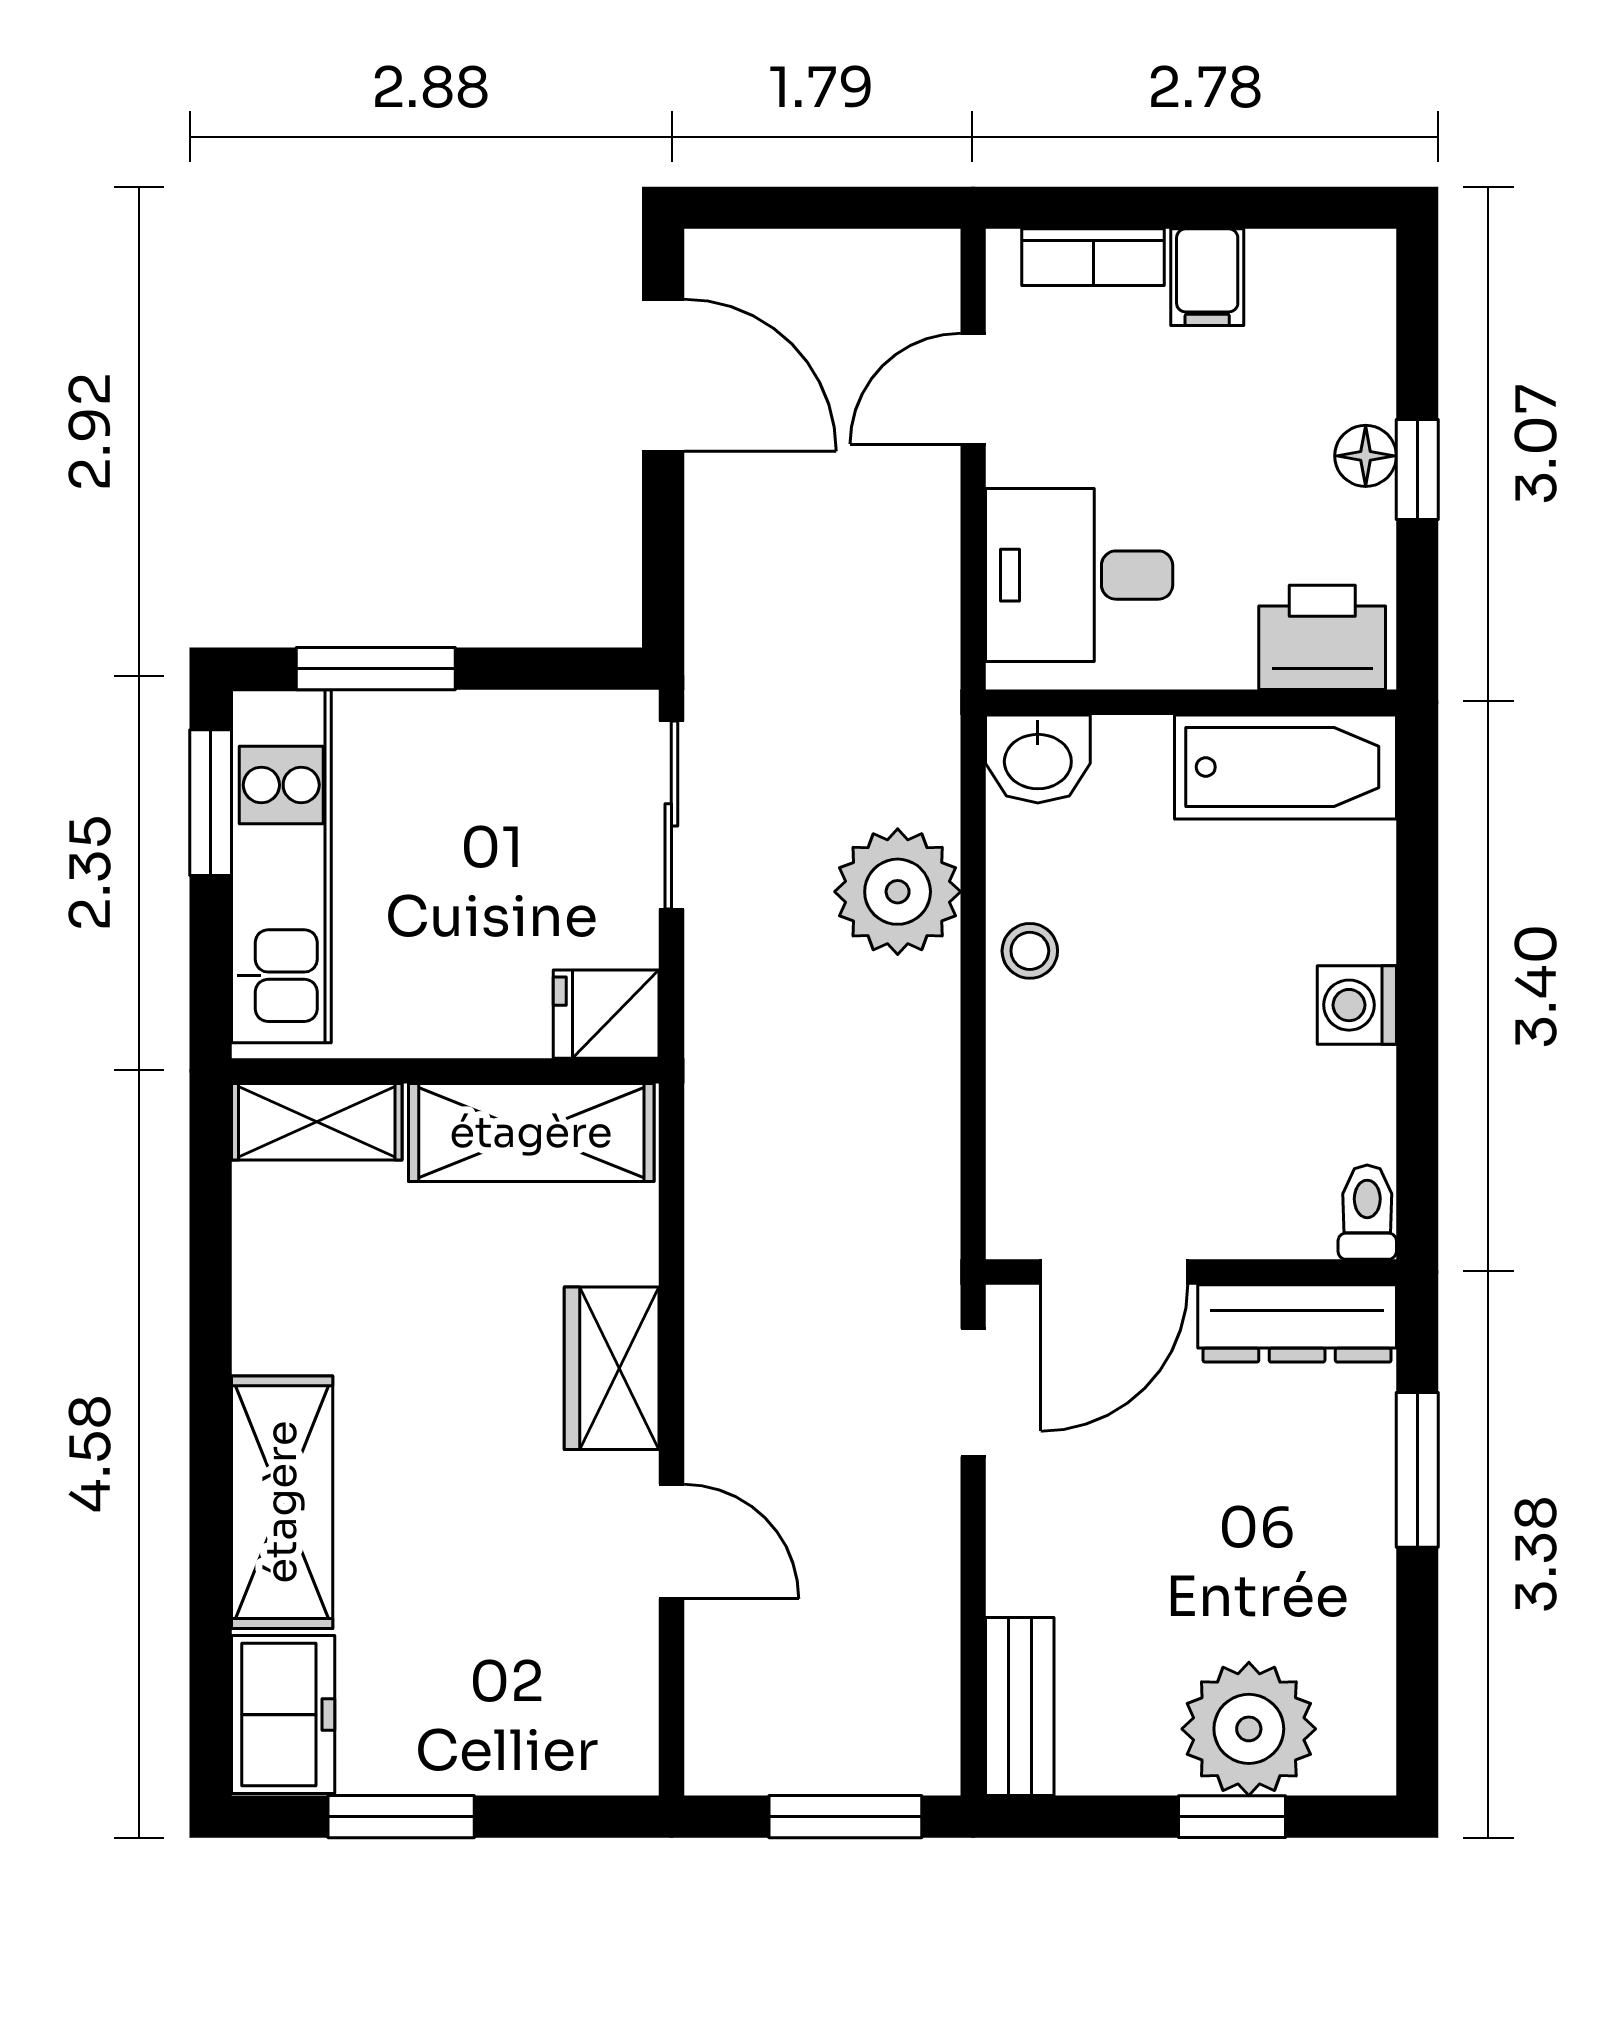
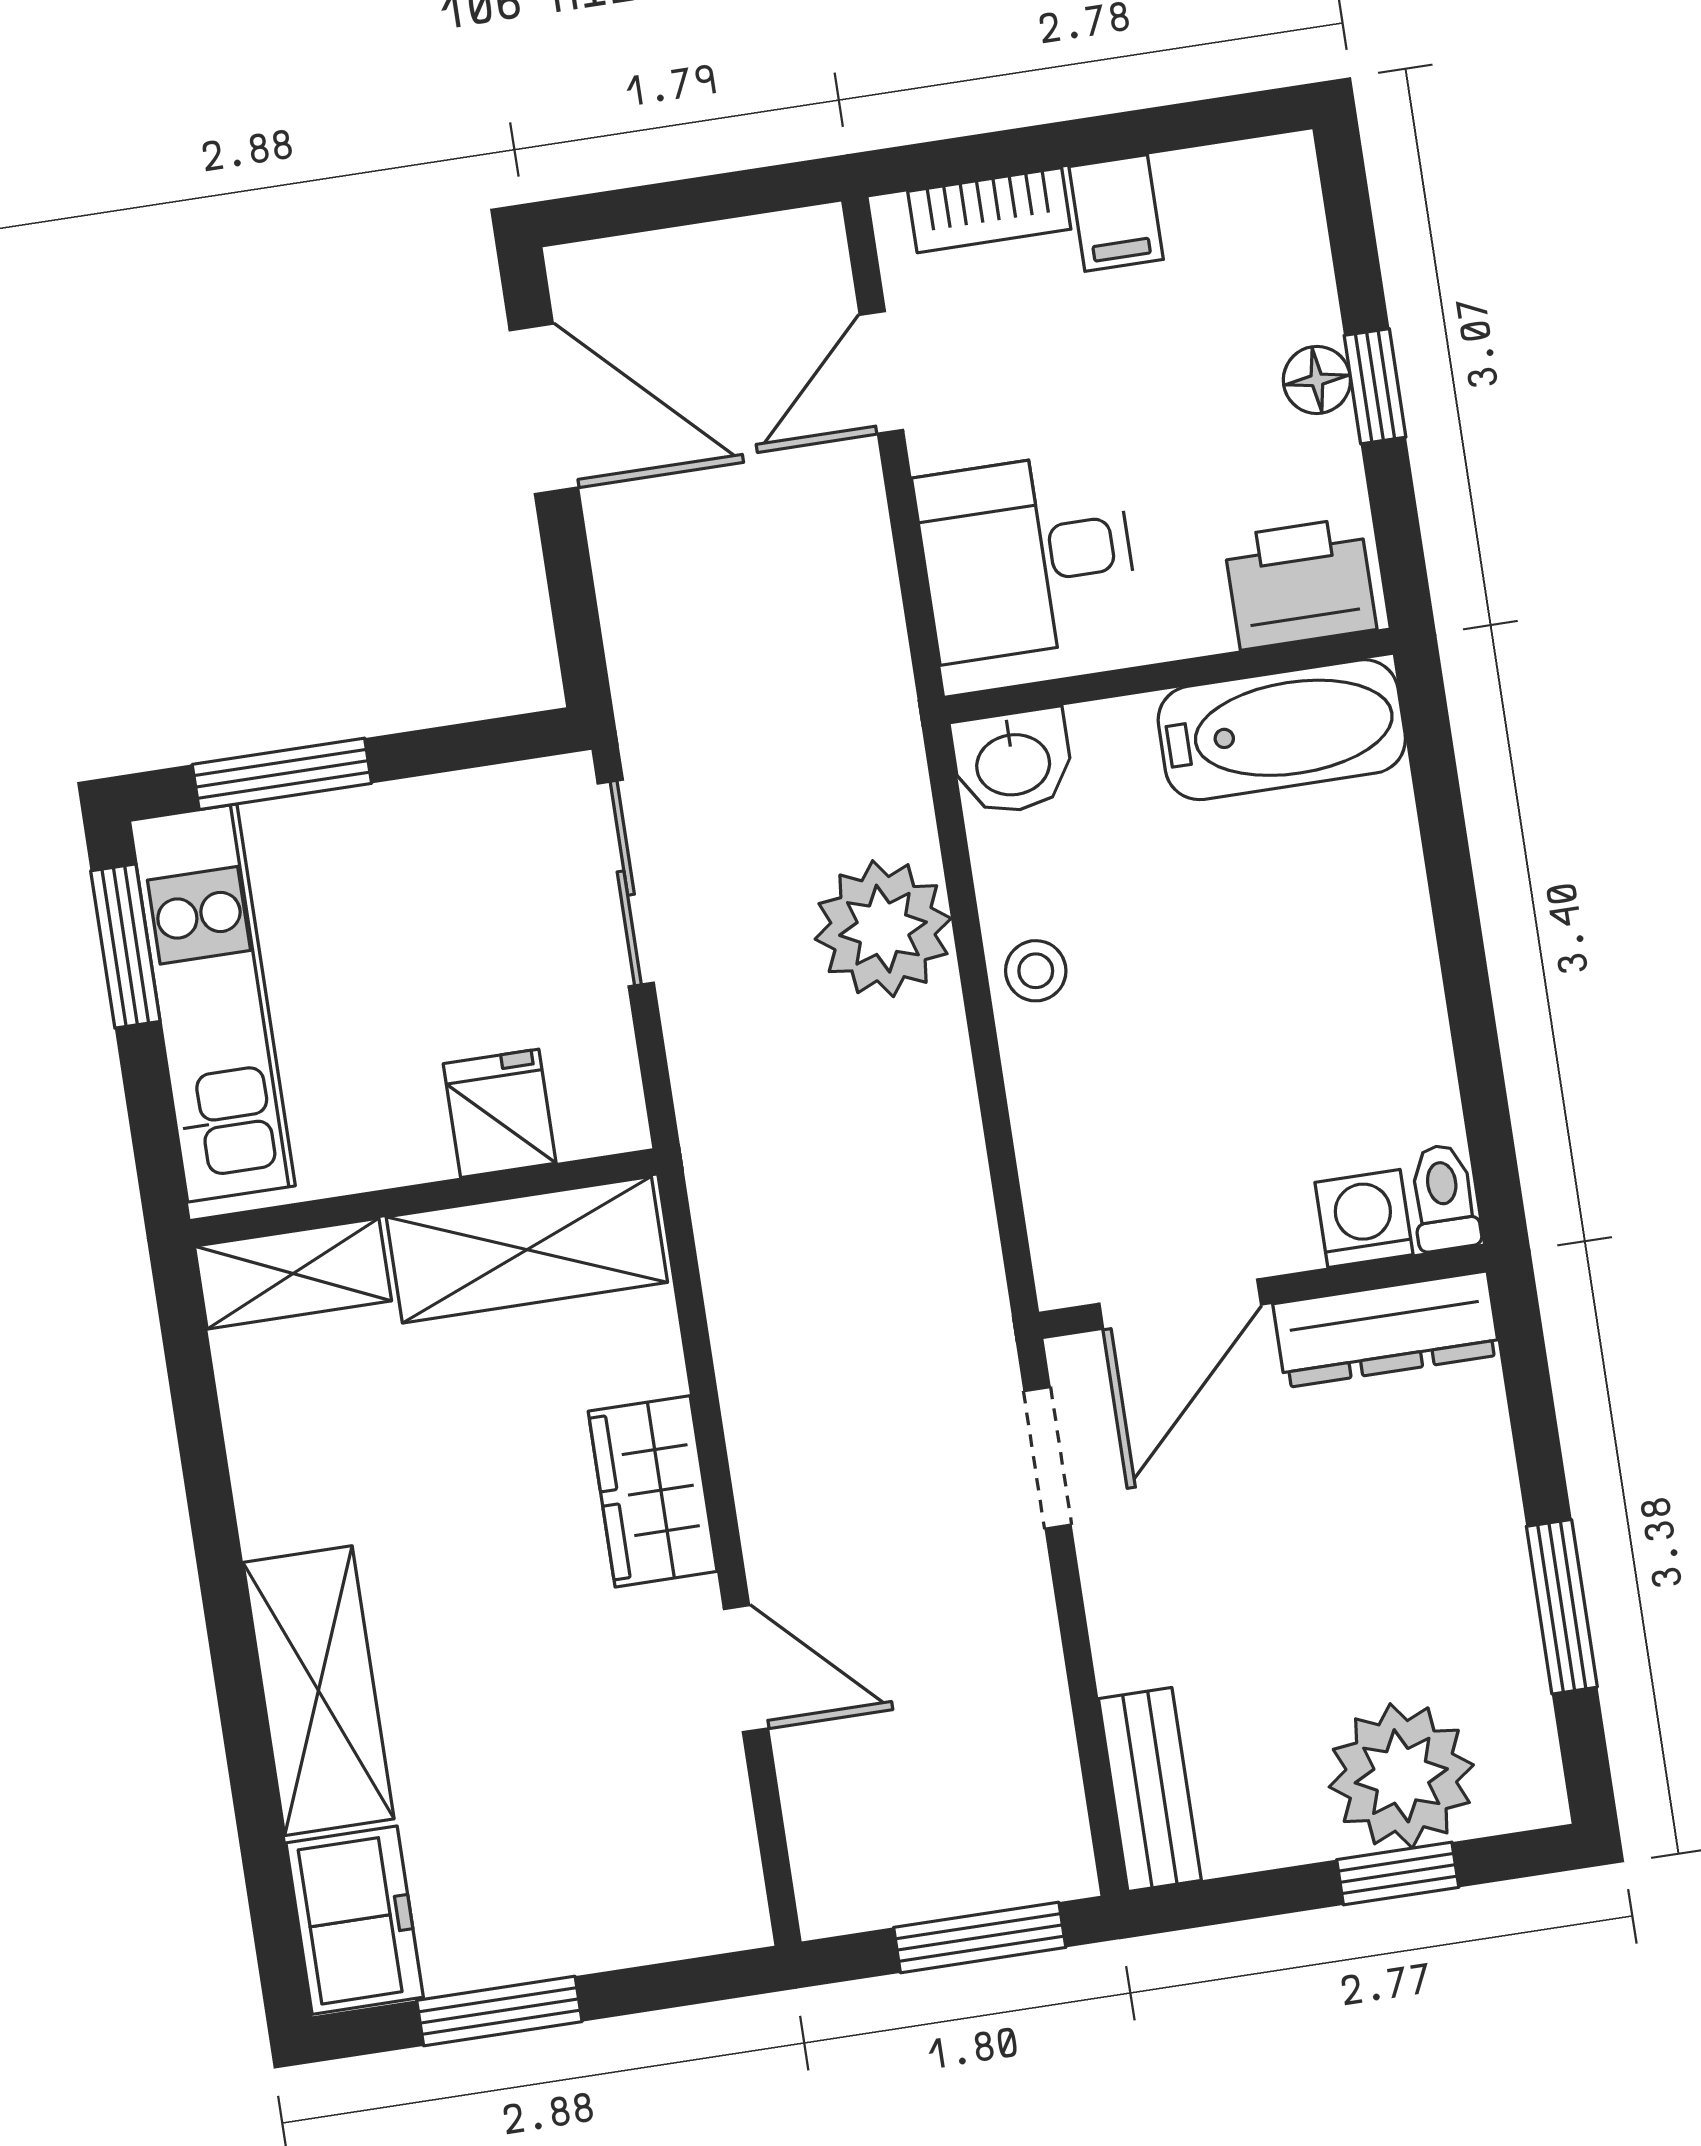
washing machine: (1357, 1005) -> (1364, 1218), moved, turned 90
fridge: (606, 1014) -> (500, 1113), moved, turned 90
window: (1417, 1470) -> (1562, 1607), moved

